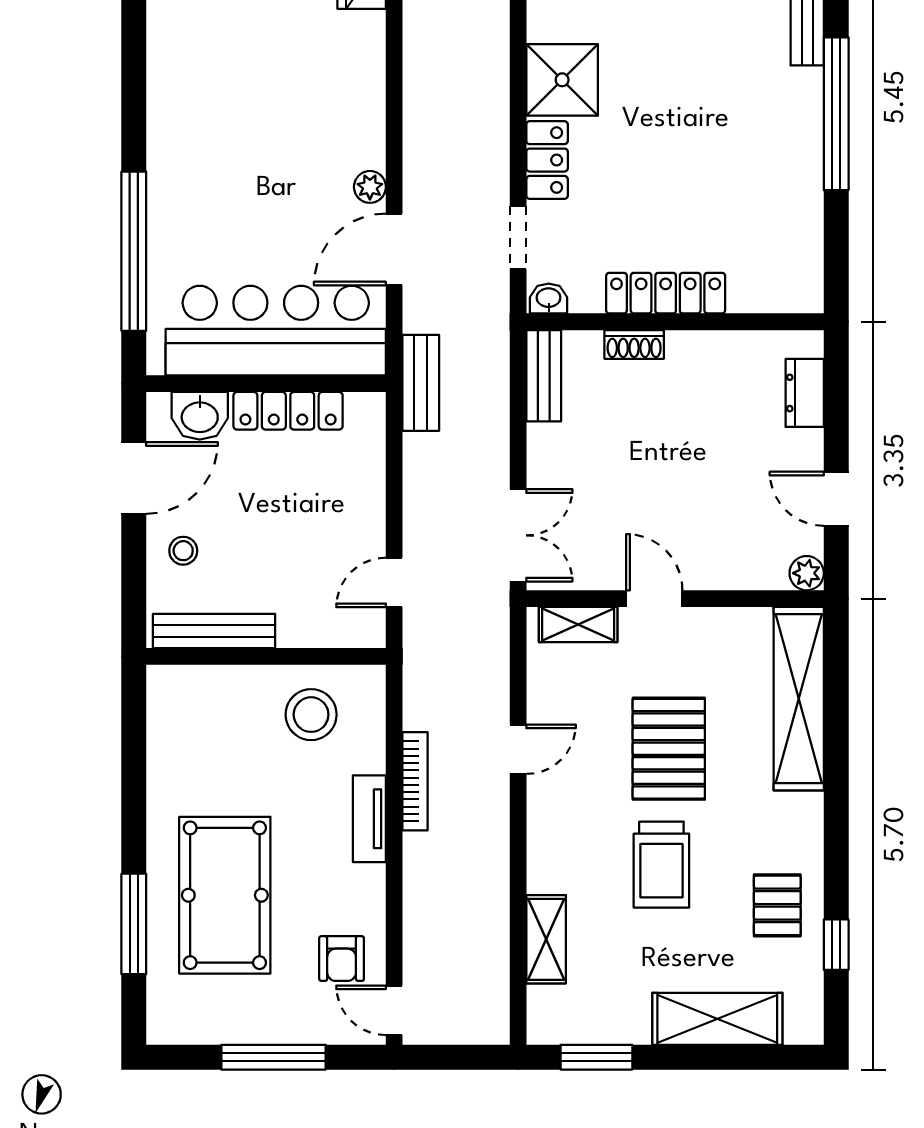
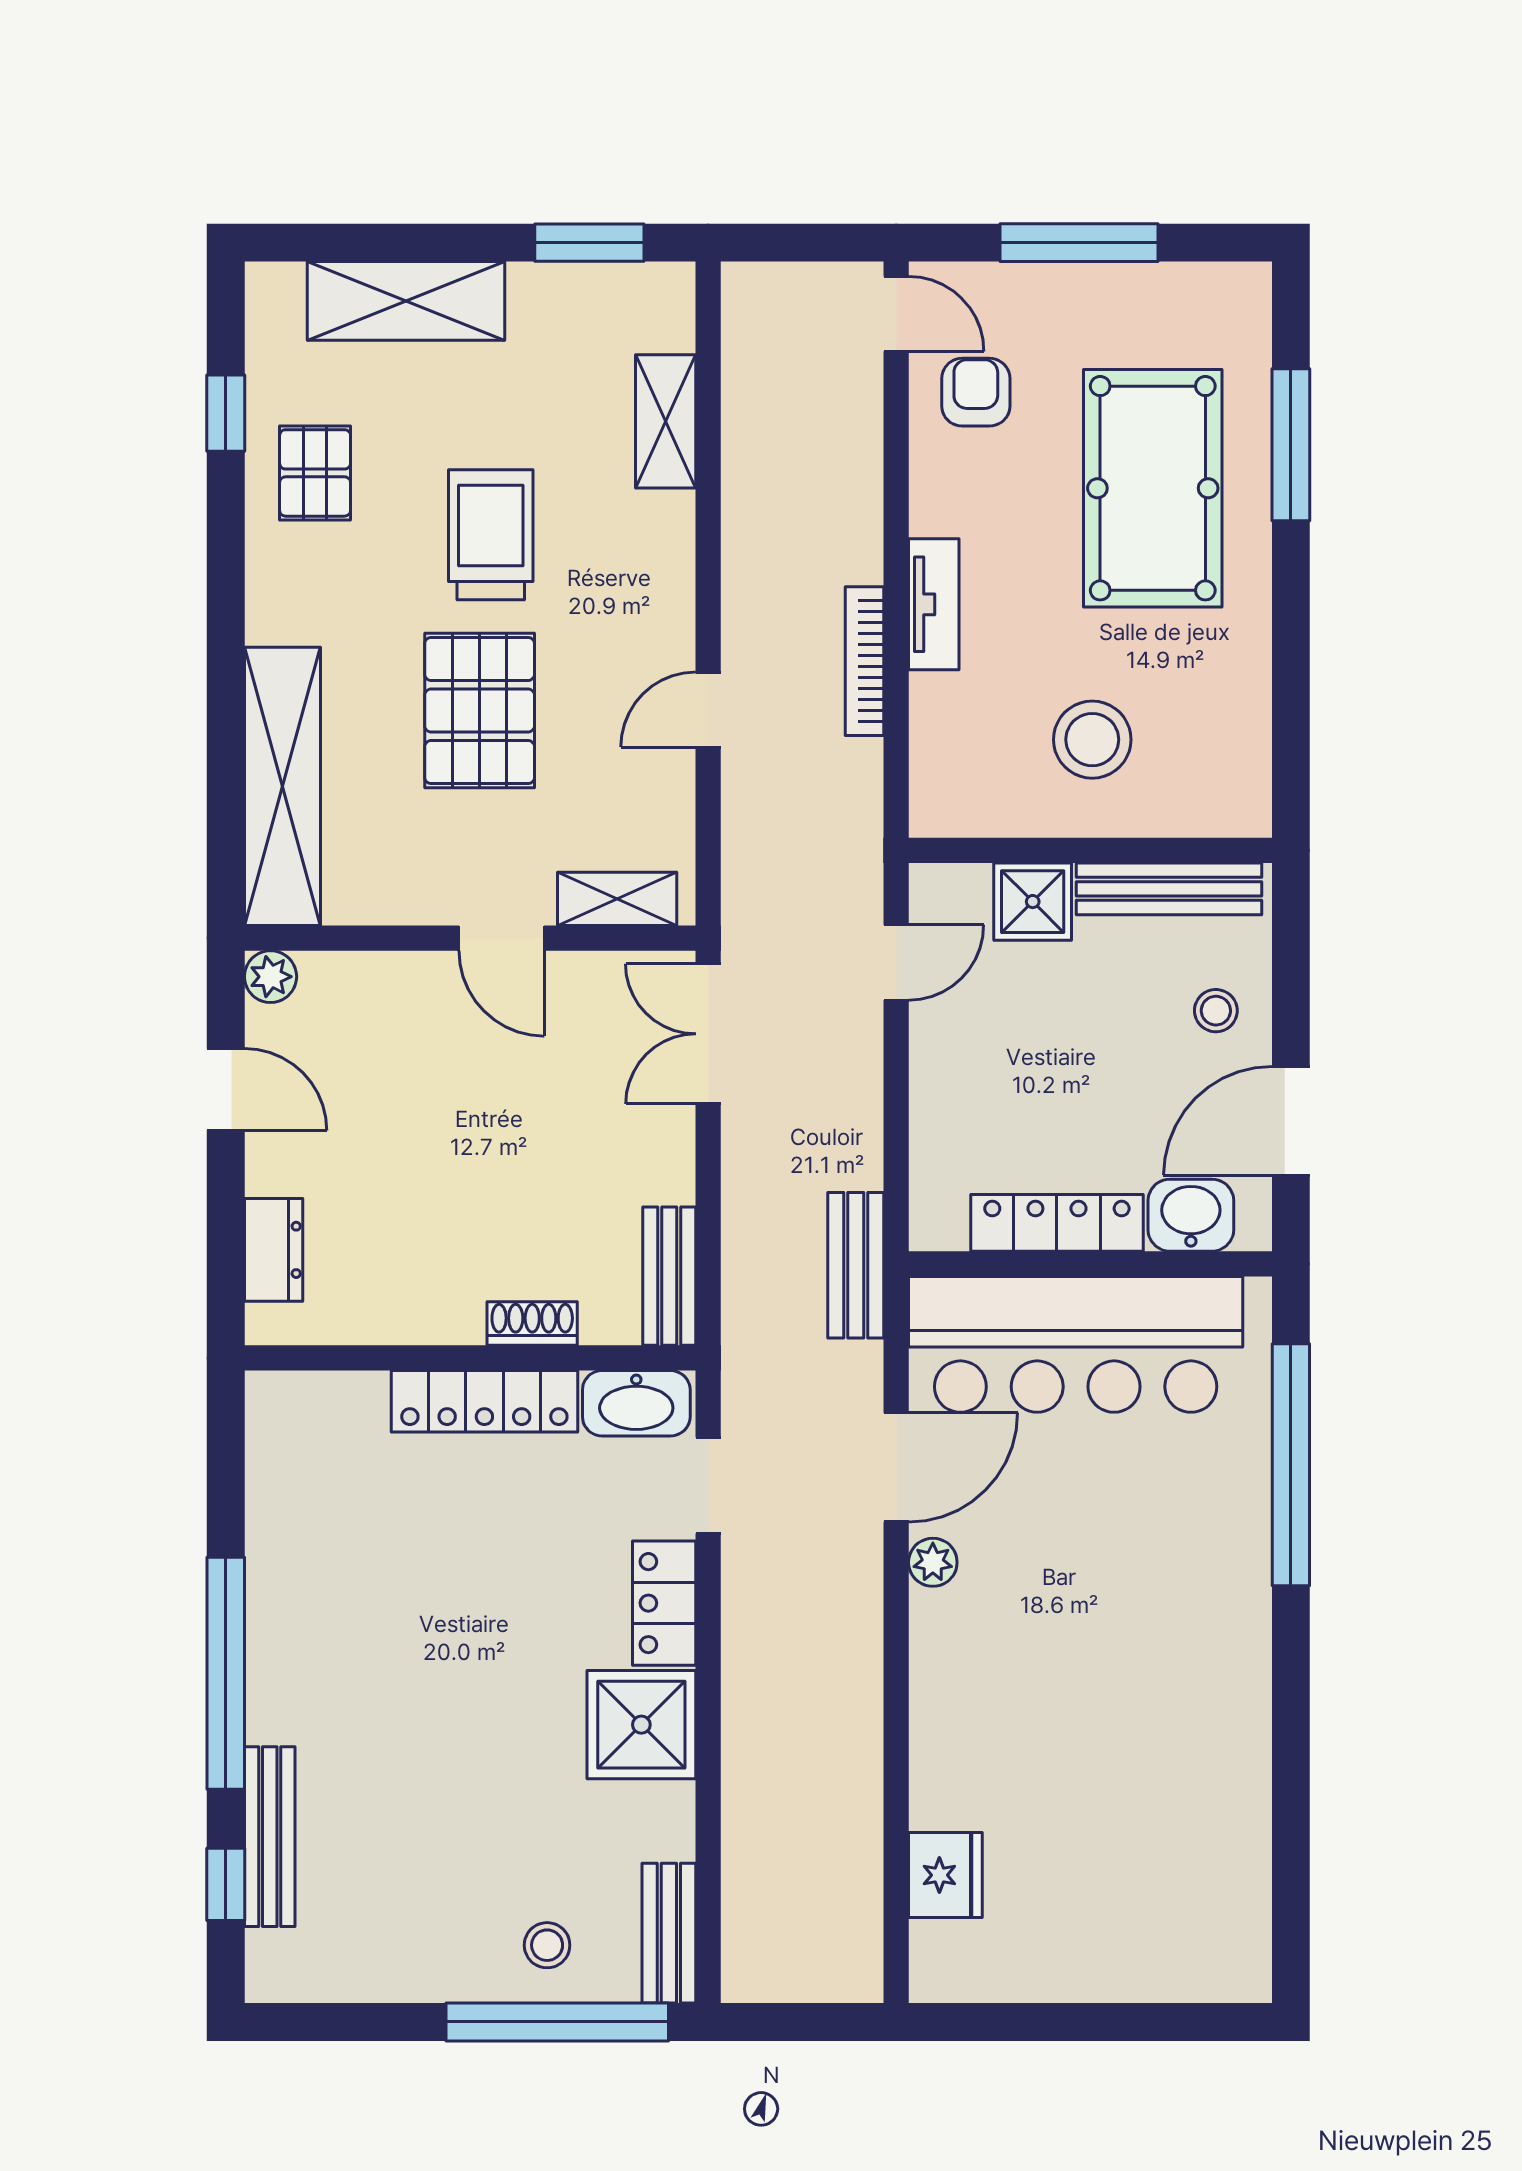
washbasin: (549, 299) -> (636, 1403), width x1.91, depth x1.45
shower: (304, 623) -> (1033, 902), added
stool: (311, 715) -> (1092, 740), moved

